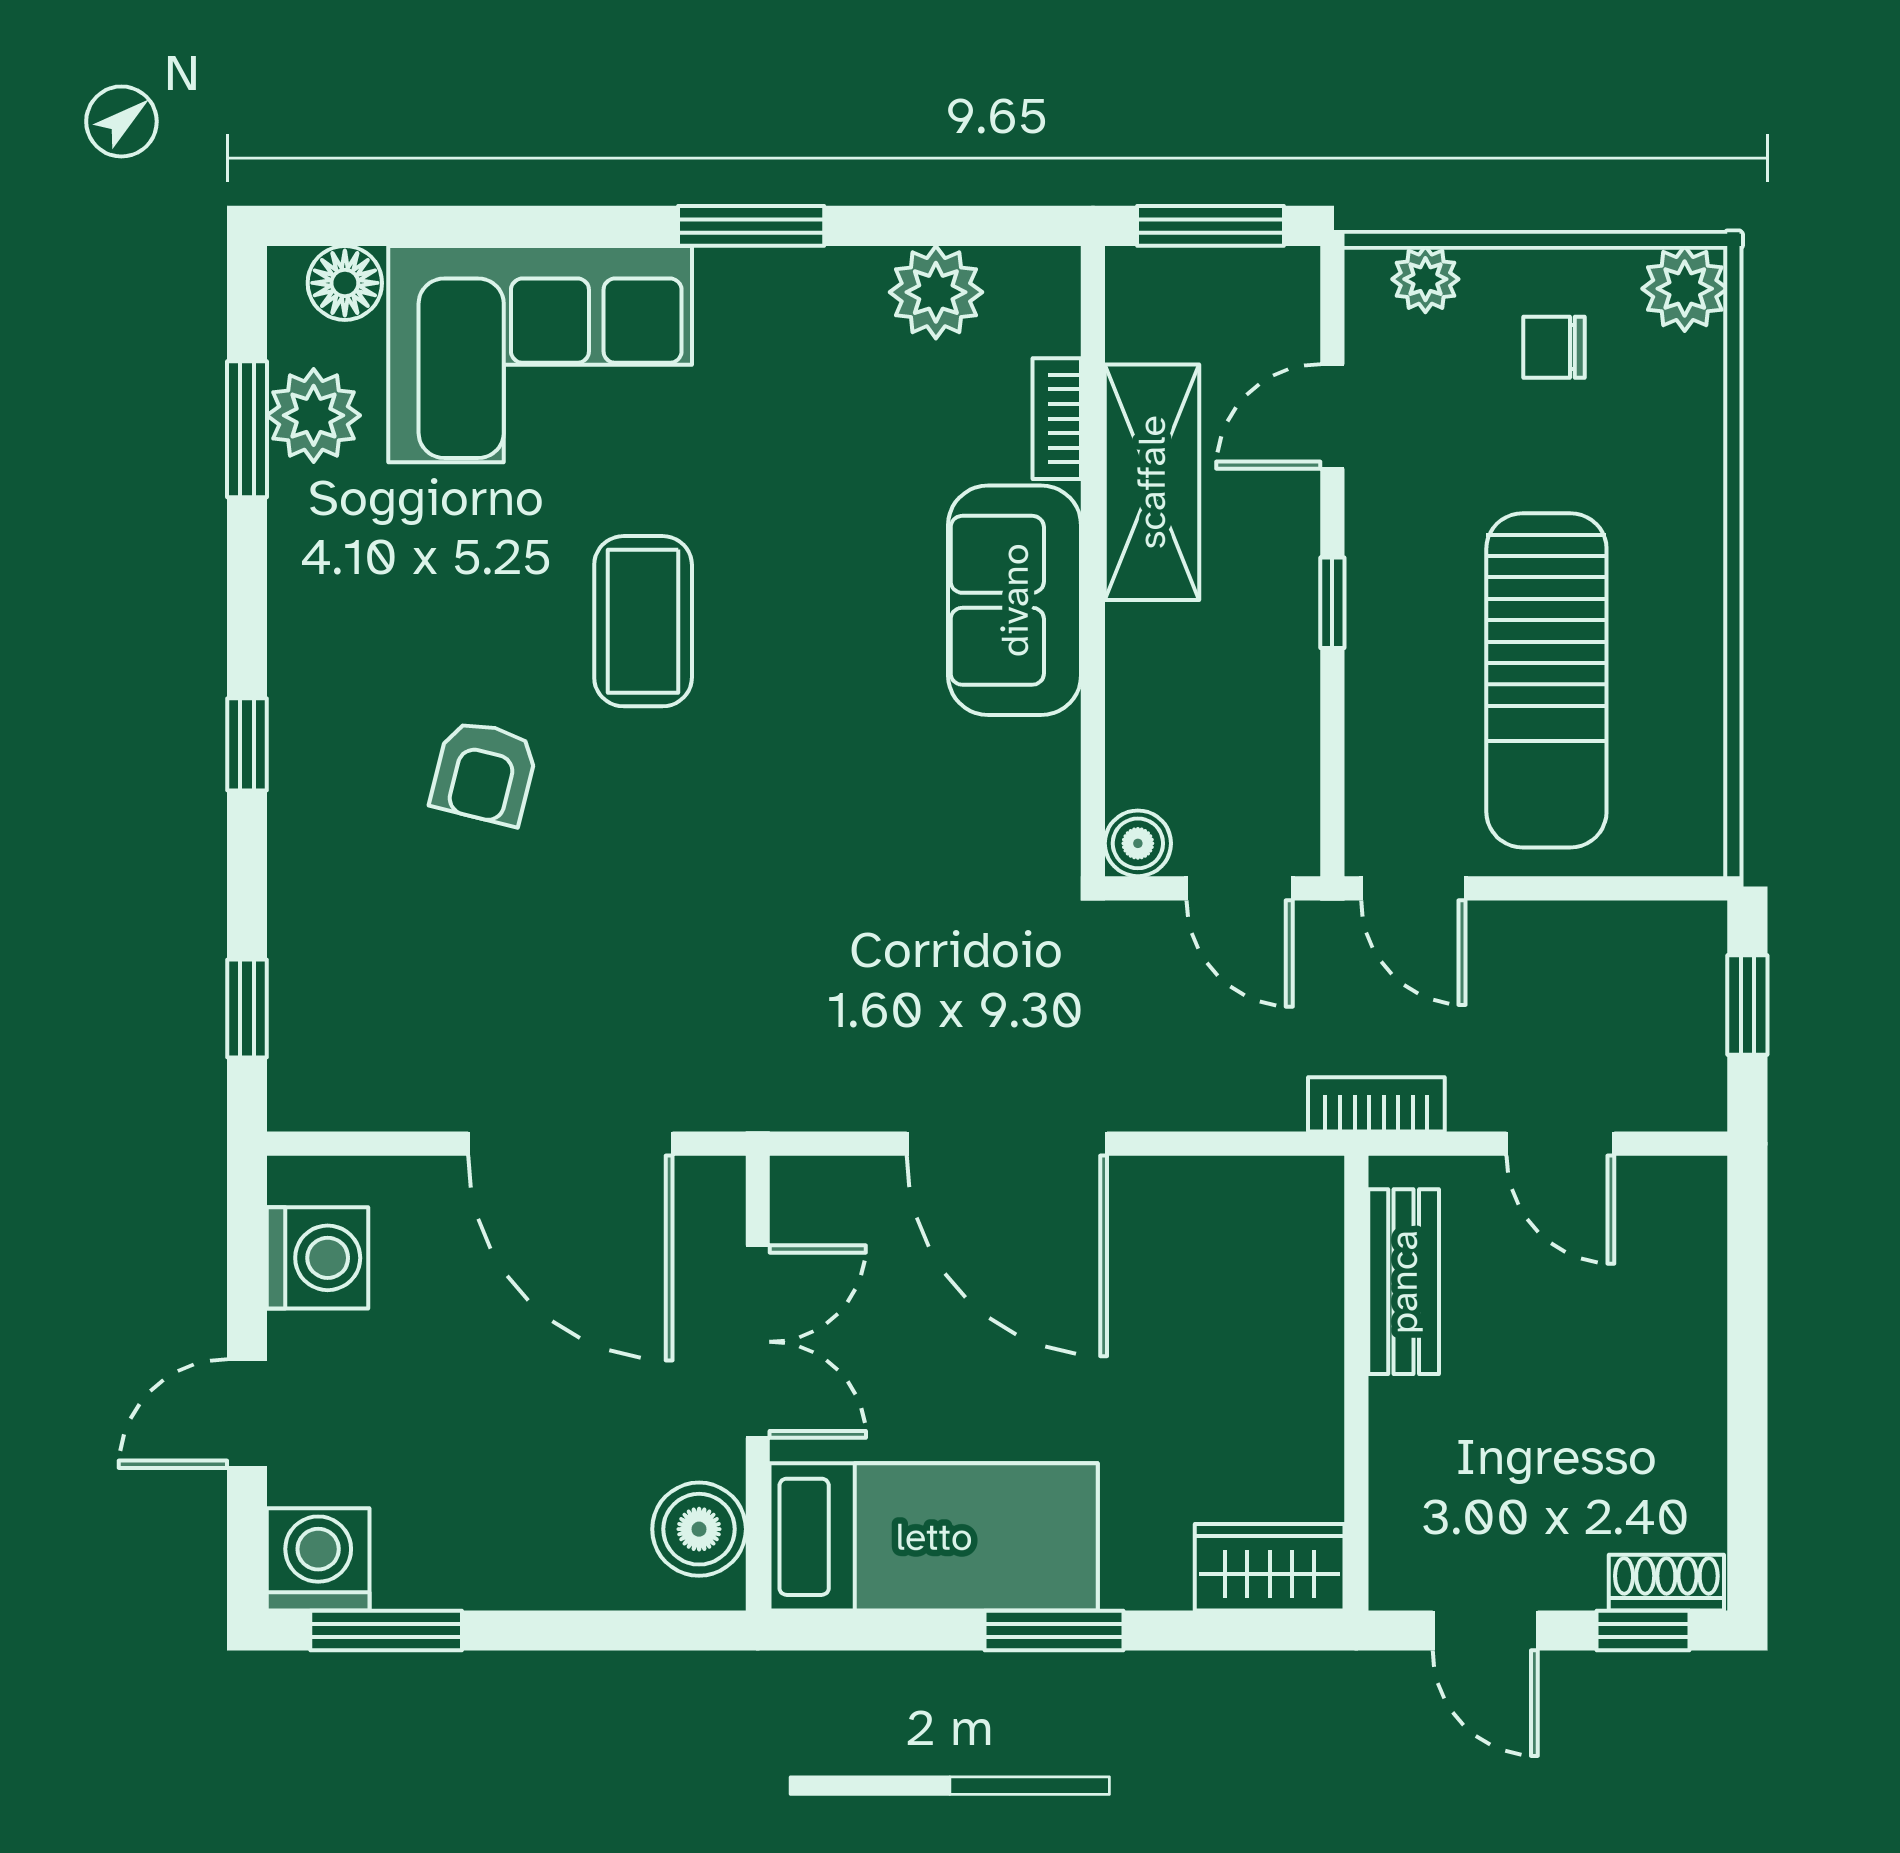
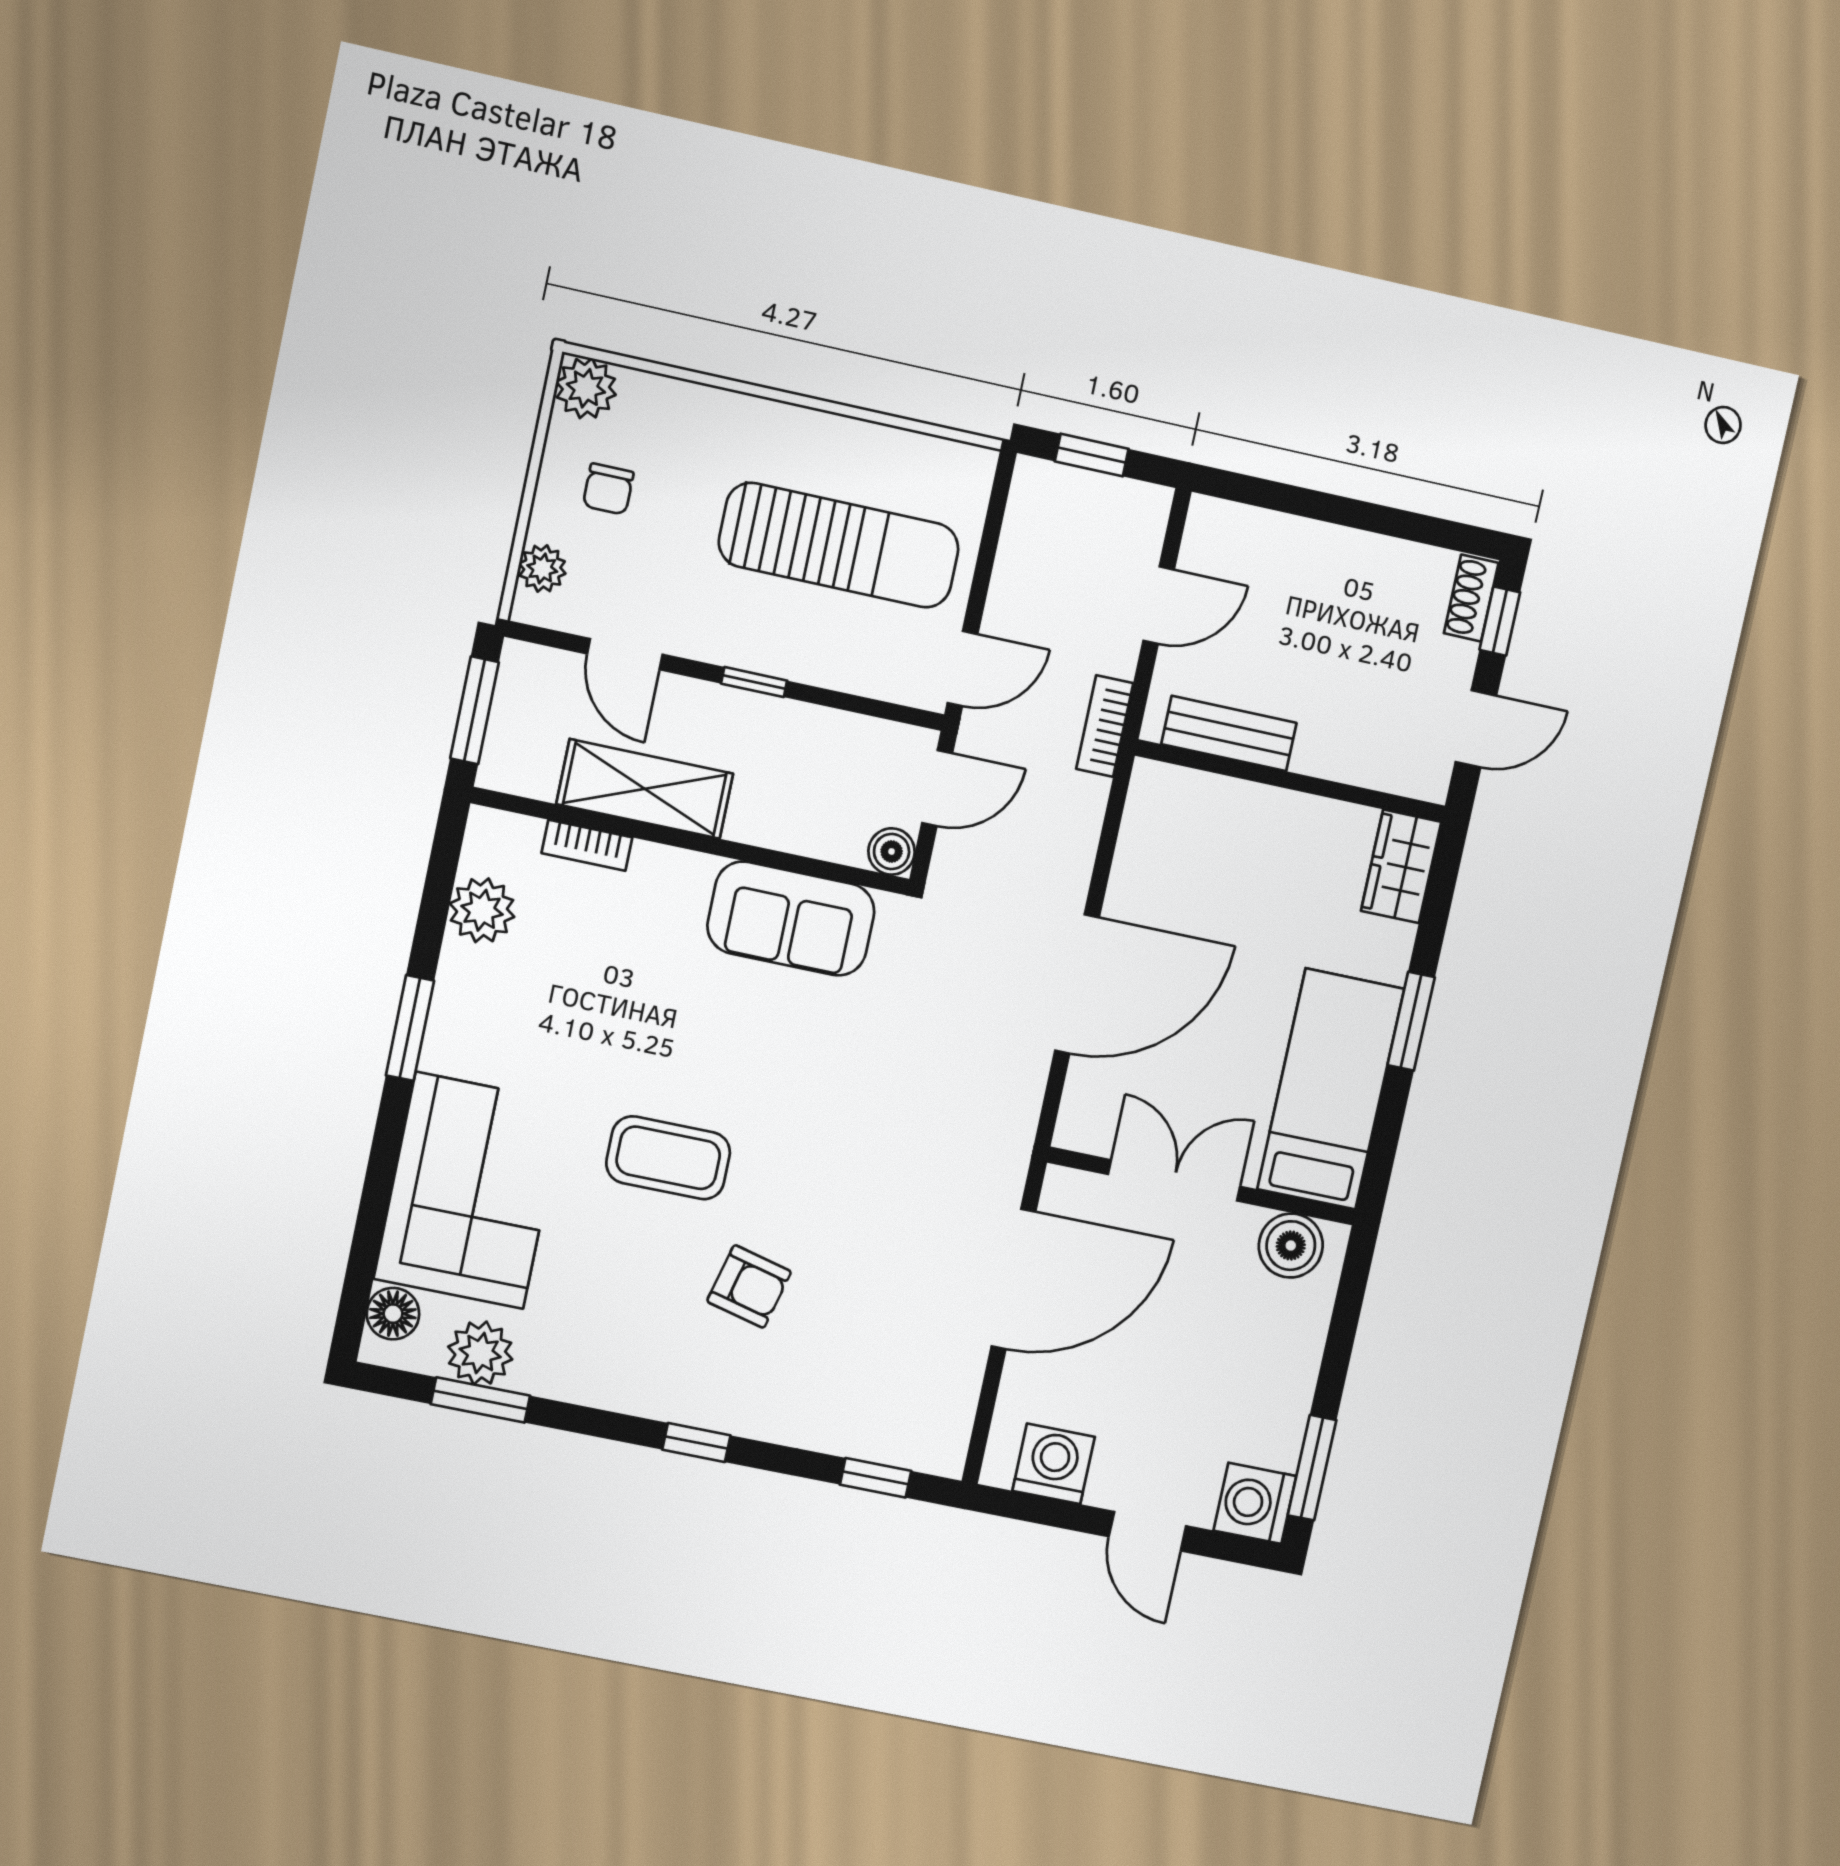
sofa: (1015, 600) -> (791, 919), moved

